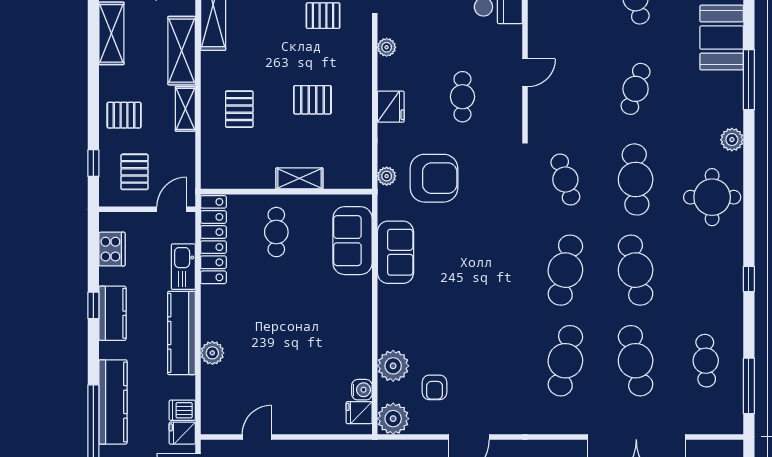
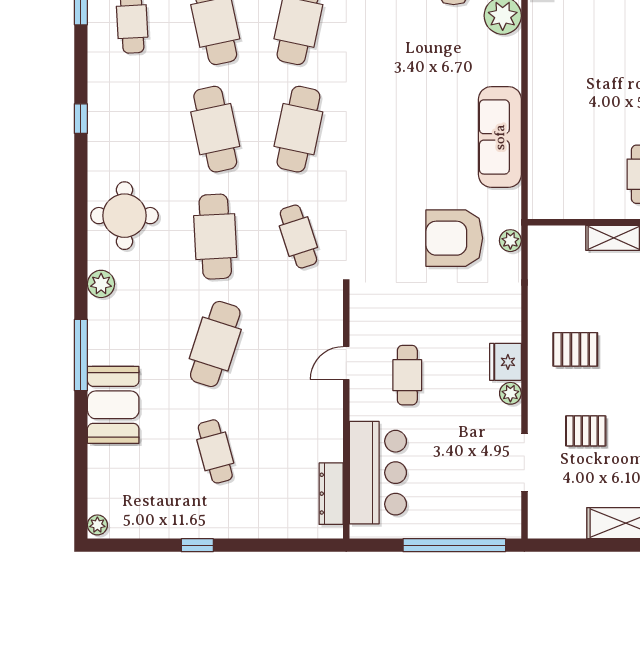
cafe table: (636, 89) -> (215, 344), width x1.37, depth x1.35
cafe table: (462, 97) -> (407, 375), moved
pallet: (312, 100) -> (575, 349), moved
fridge: (391, 107) -> (505, 362), moved
sofa: (352, 241) -> (551, 164), removed
sofa: (395, 252) -> (500, 137), width x1.36

